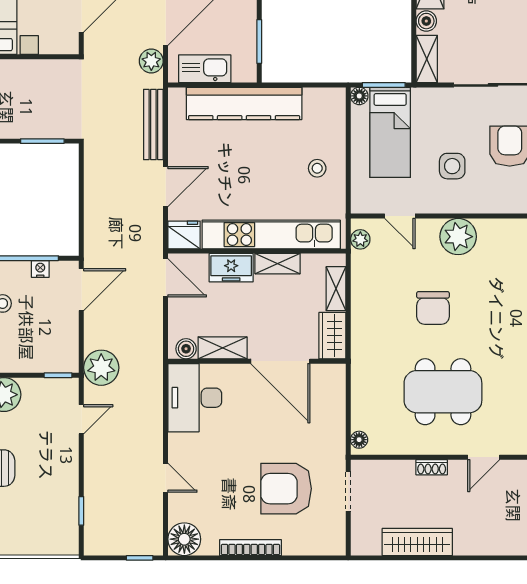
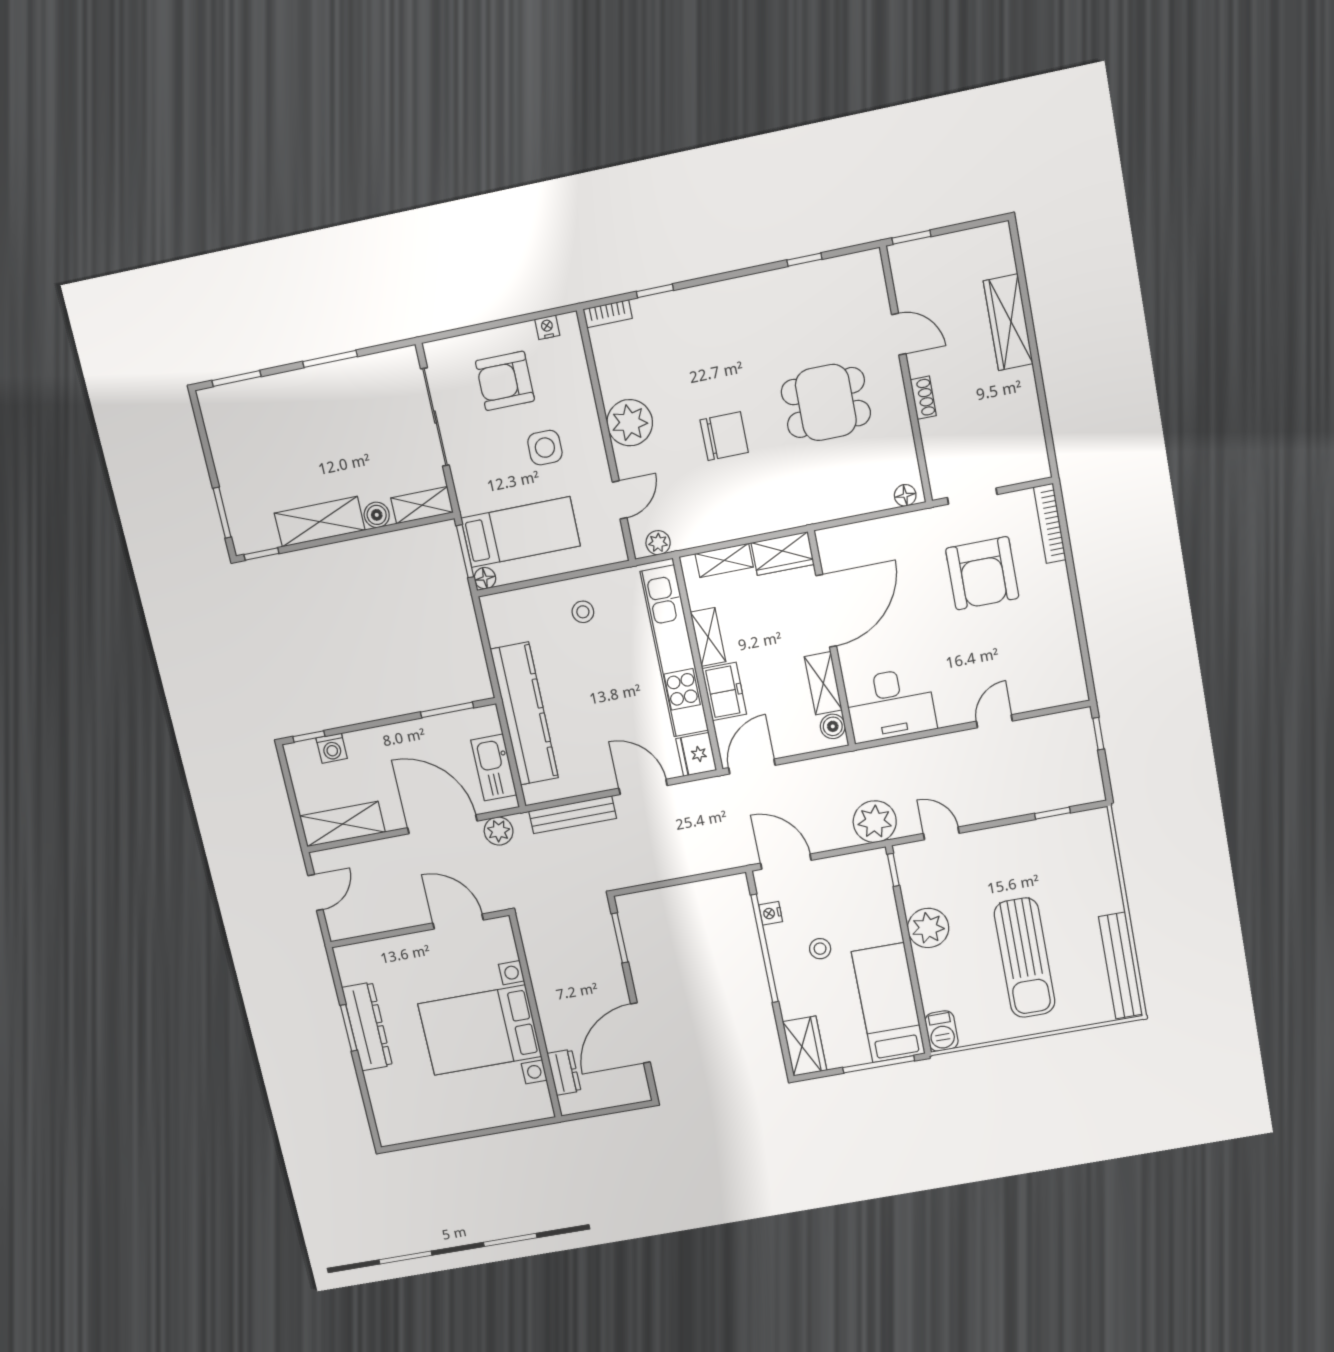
dining table: (443, 392) -> (826, 403), width x0.73
floor lamp: (184, 539) -> (1066, 685), removed
wardrobe: (417, 542) -> (1008, 322), moved
bookcase: (250, 548) -> (1050, 523), moved

